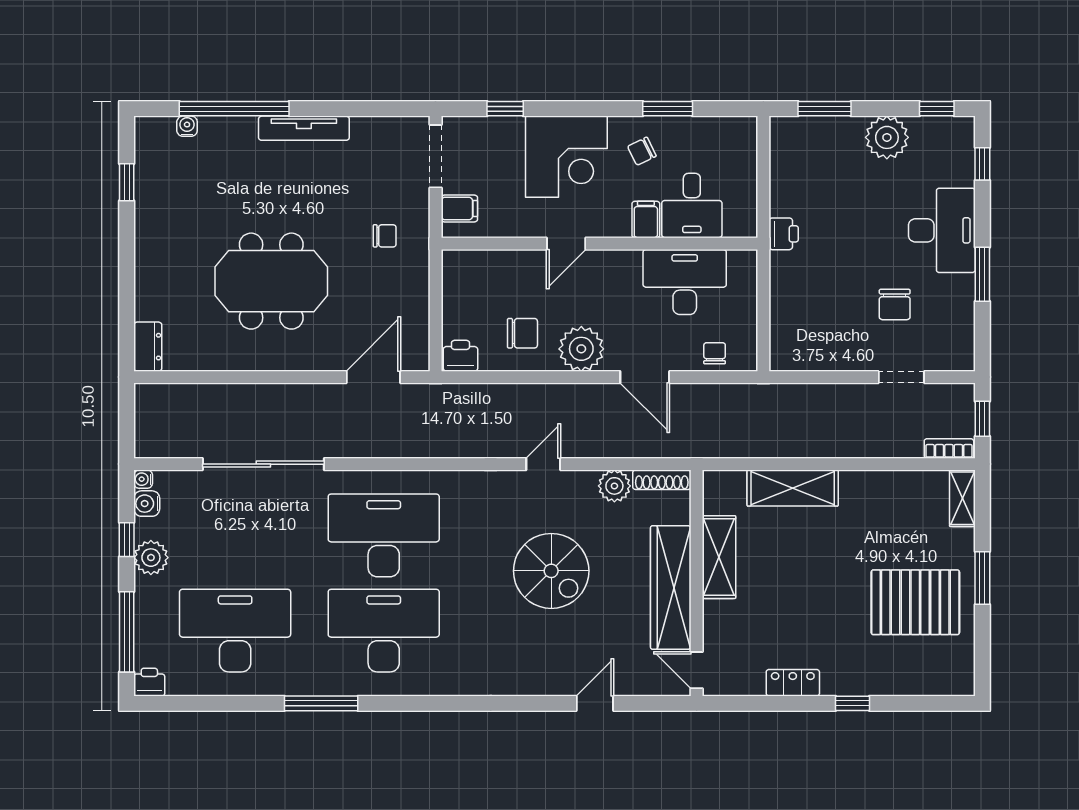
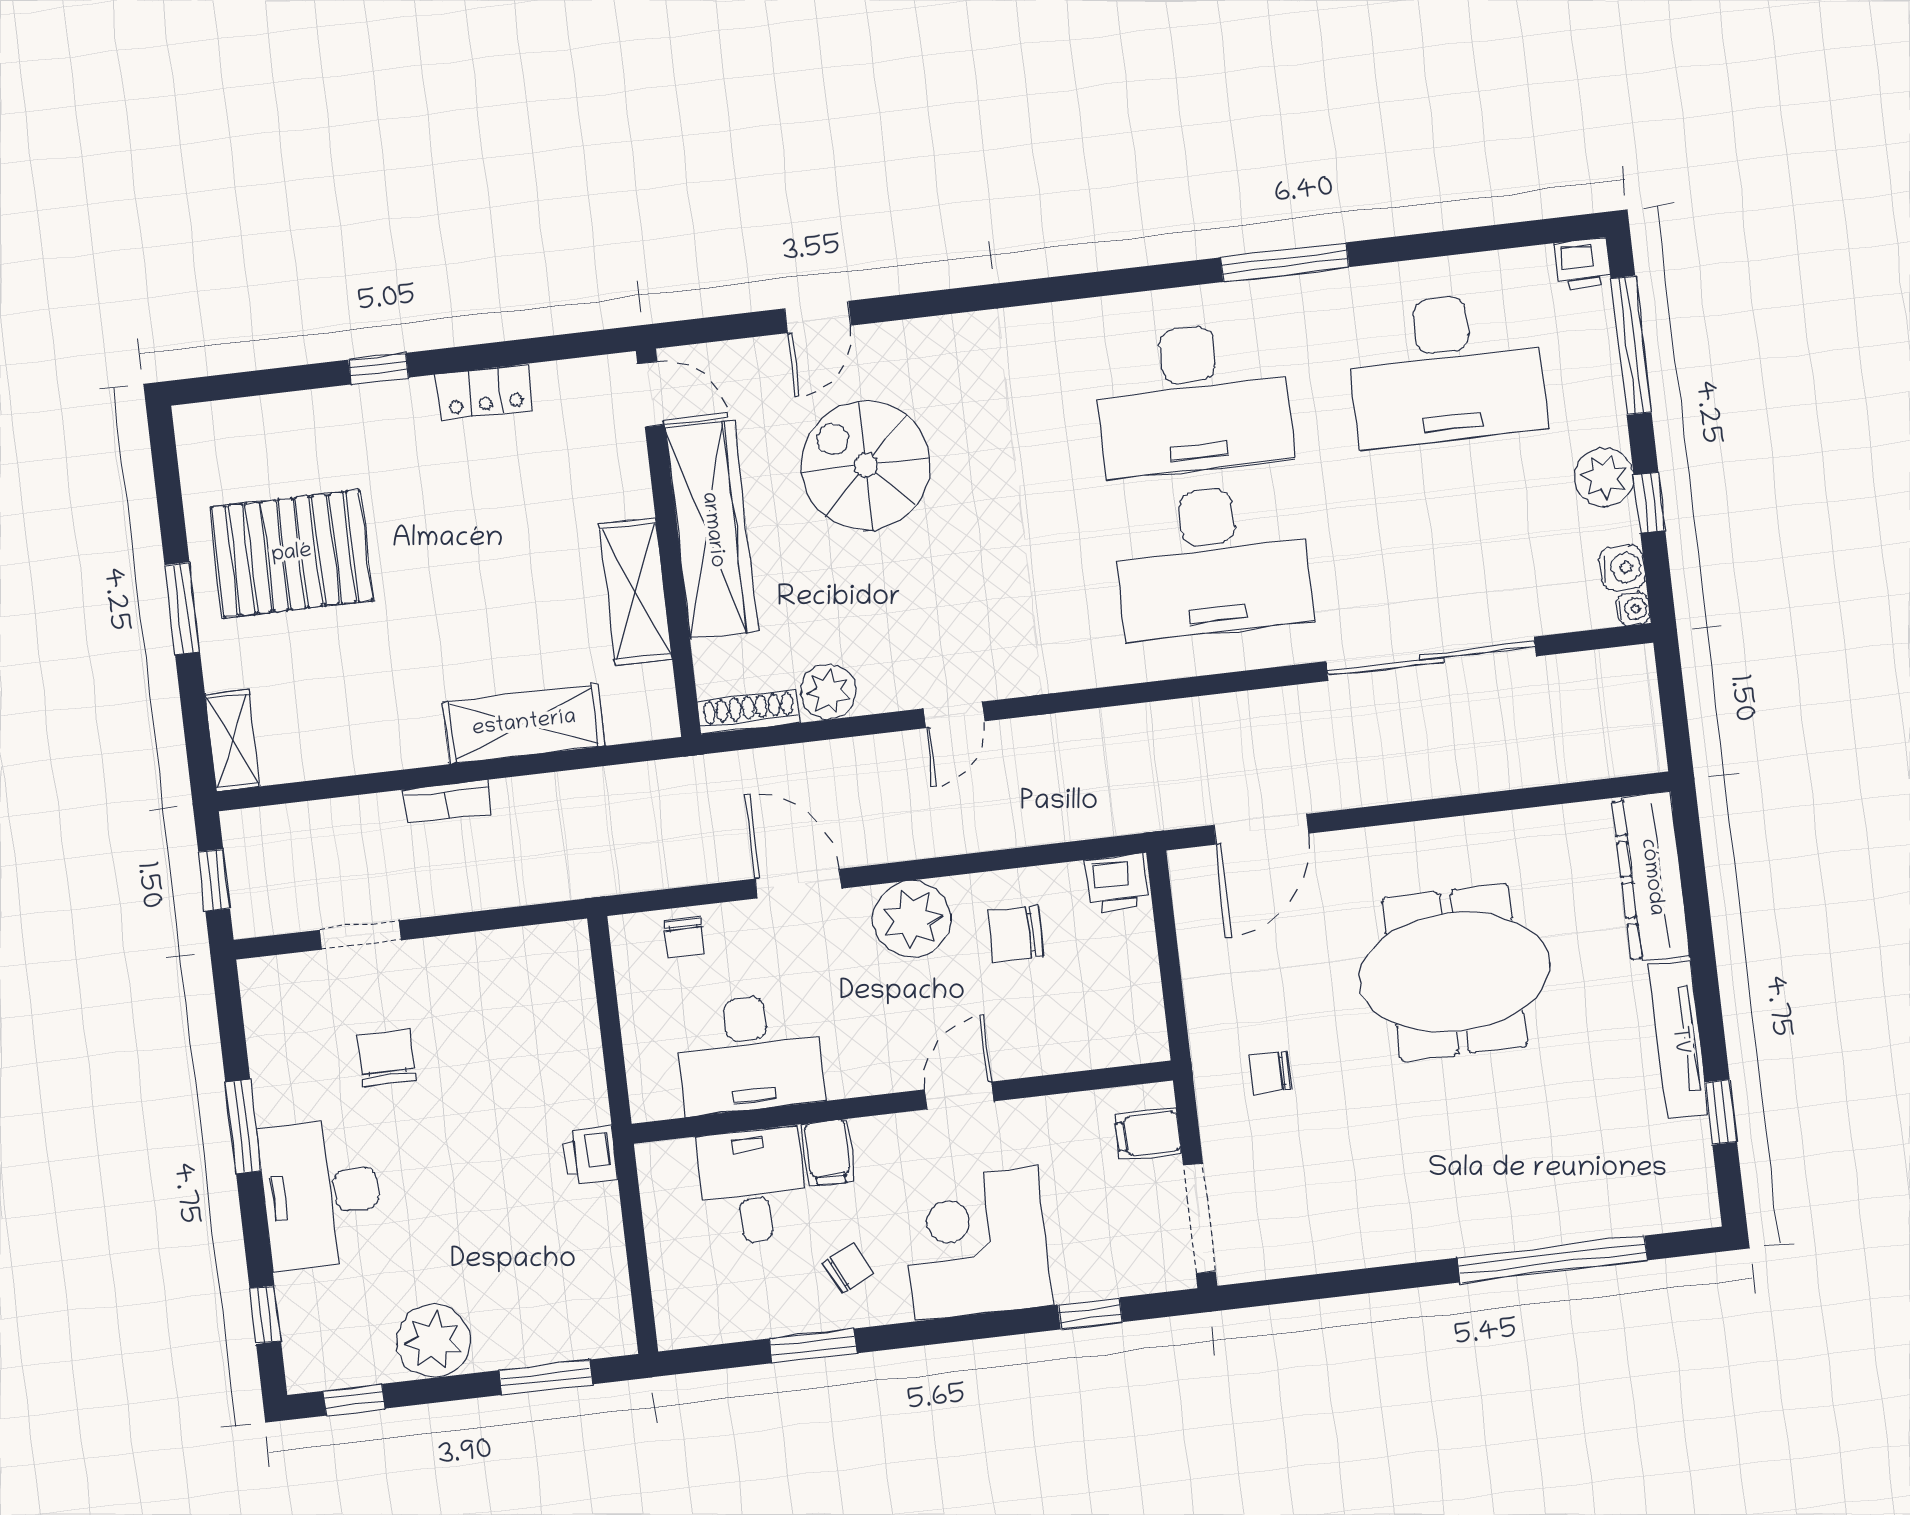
water cooler: (187, 126) -> (1629, 1220), removed
tv unit: (304, 128) -> (1679, 1040), moved, turned -90
dresser: (148, 347) -> (1651, 877), width x1.96, depth x1.24
bookcase: (949, 448) -> (446, 802), moved
spiral stairs: (551, 571) -> (866, 465), moved

